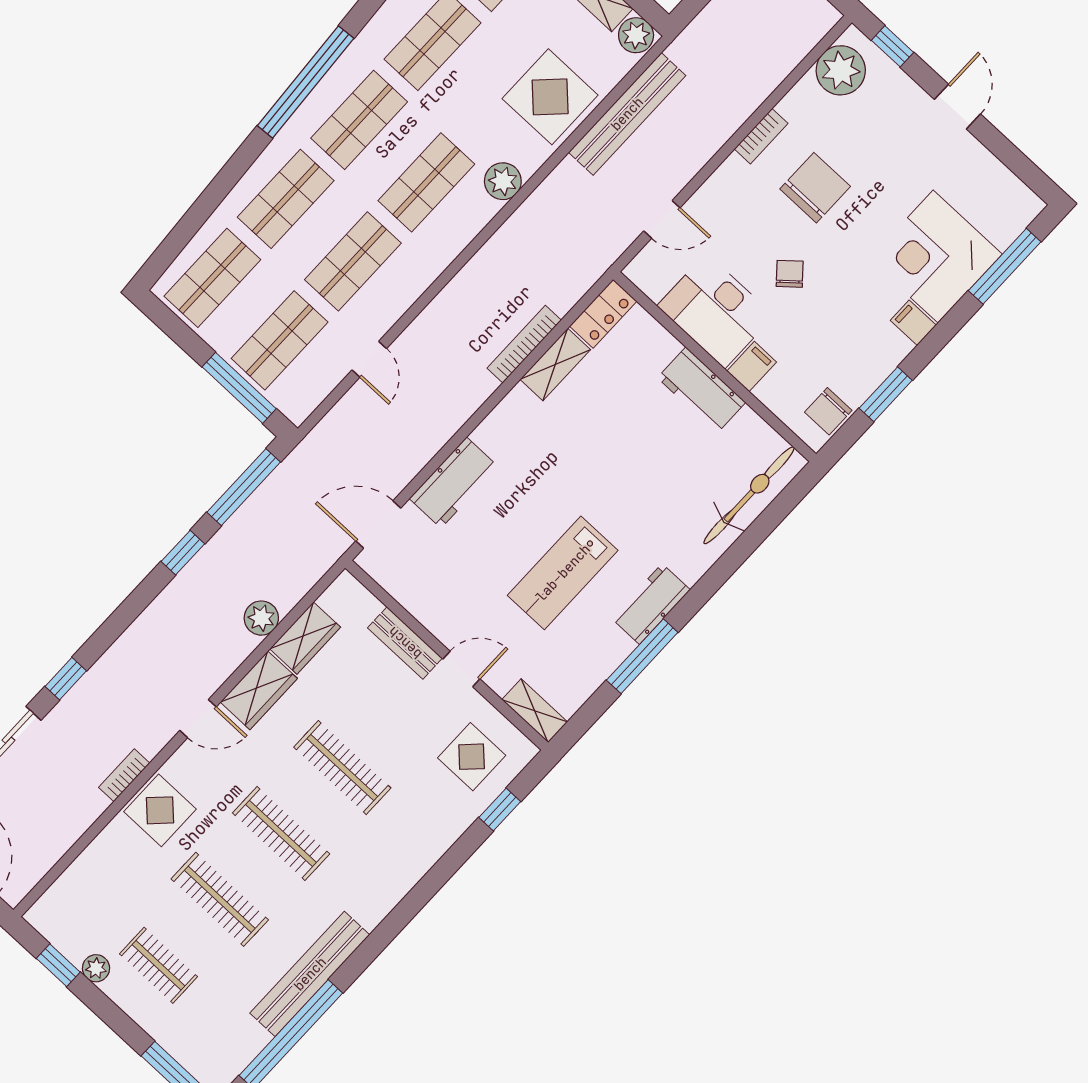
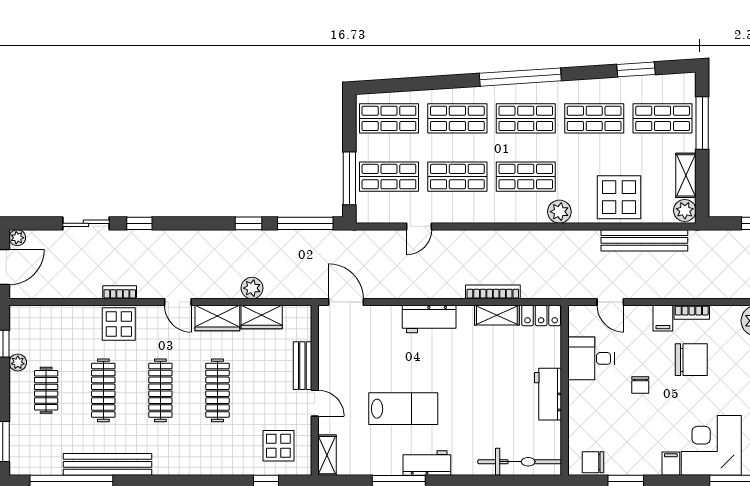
chair: (790, 274) -> (640, 385), turned 131
desk: (715, 311) -> (591, 358), width x0.73
filing cabinet: (752, 367) -> (663, 318), moved, turned 90
workbench: (454, 483) -> (429, 319), moved
lab bench: (563, 573) -> (403, 409), turned 180

